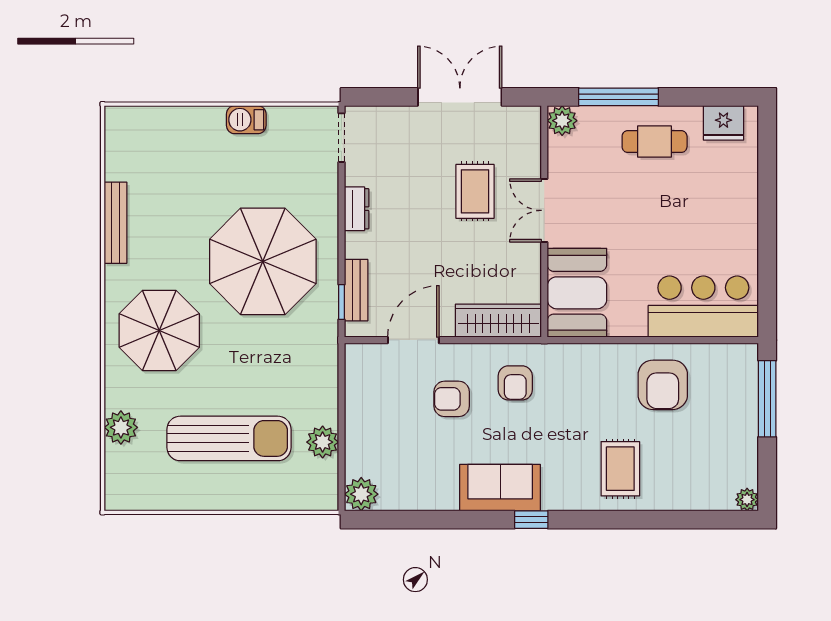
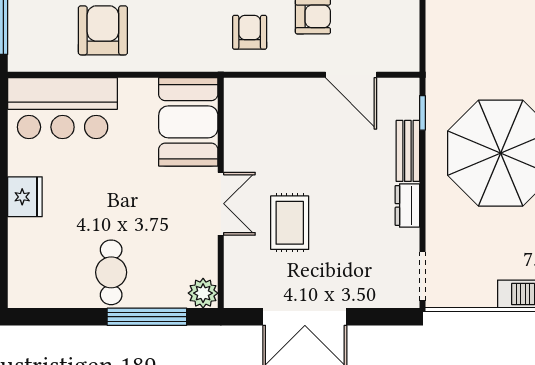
fridge: (723, 123) -> (25, 197), moved, turned 90
cafe table: (655, 142) -> (111, 272), turned 90
bench: (356, 290) -> (408, 151), moved
wardrobe: (498, 321) -> (266, 94), removed
door: (413, 340) -> (351, 75), hinge flipped

